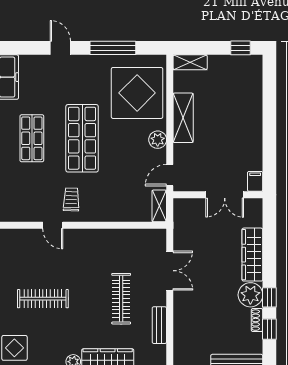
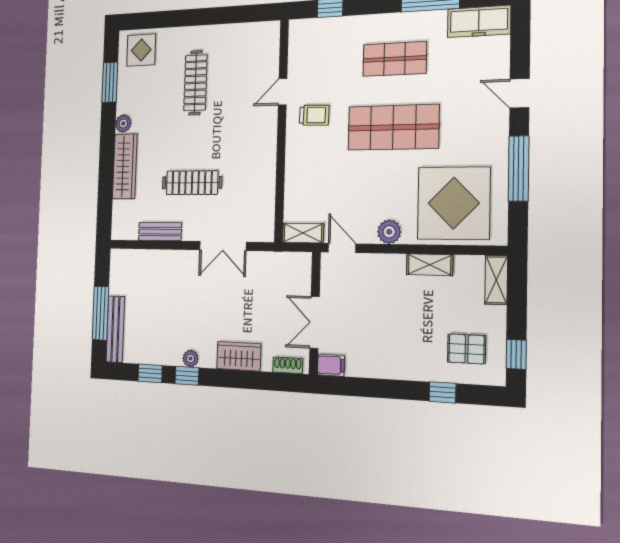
door: (60, 48) -> (519, 93), swing flipped
pallet: (239, 82) -> (467, 349), added
window: (269, 99) -> (443, 392), added
shelving: (183, 118) -> (430, 265), width x0.67, depth x0.75
wardrobe: (252, 255) -> (239, 356), width x0.67
plant: (250, 295) -> (191, 358), width x0.53, depth x0.53
shoe rack: (257, 320) -> (288, 365), moved

